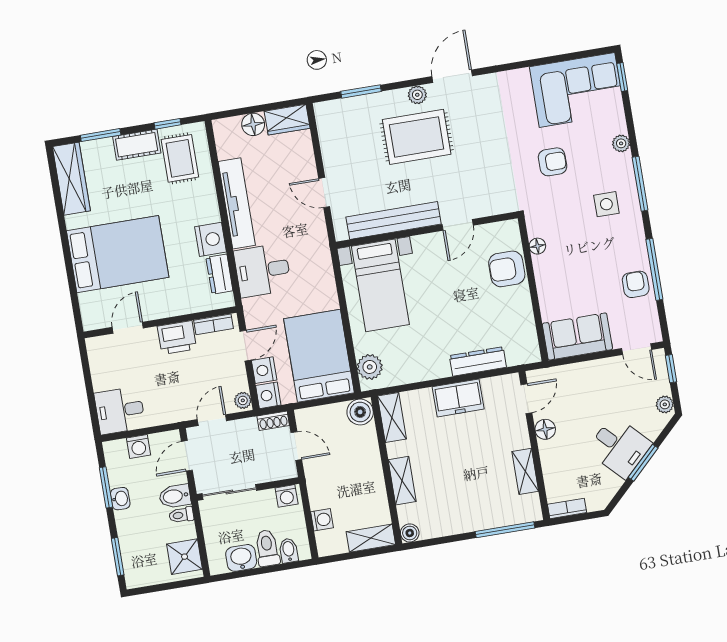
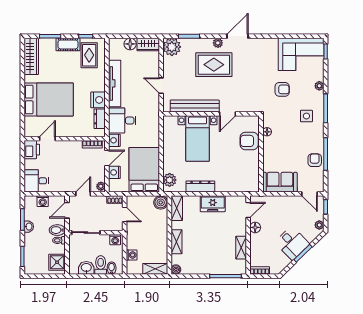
plant: (332, 117) -> (172, 47), added
bed with nightstands: (380, 285) -> (198, 138), moved
printer: (177, 338) -> (32, 150), moved, turned -90
dresser: (478, 361) -> (200, 186), moved
nightstand: (268, 395) -> (114, 140), moved

